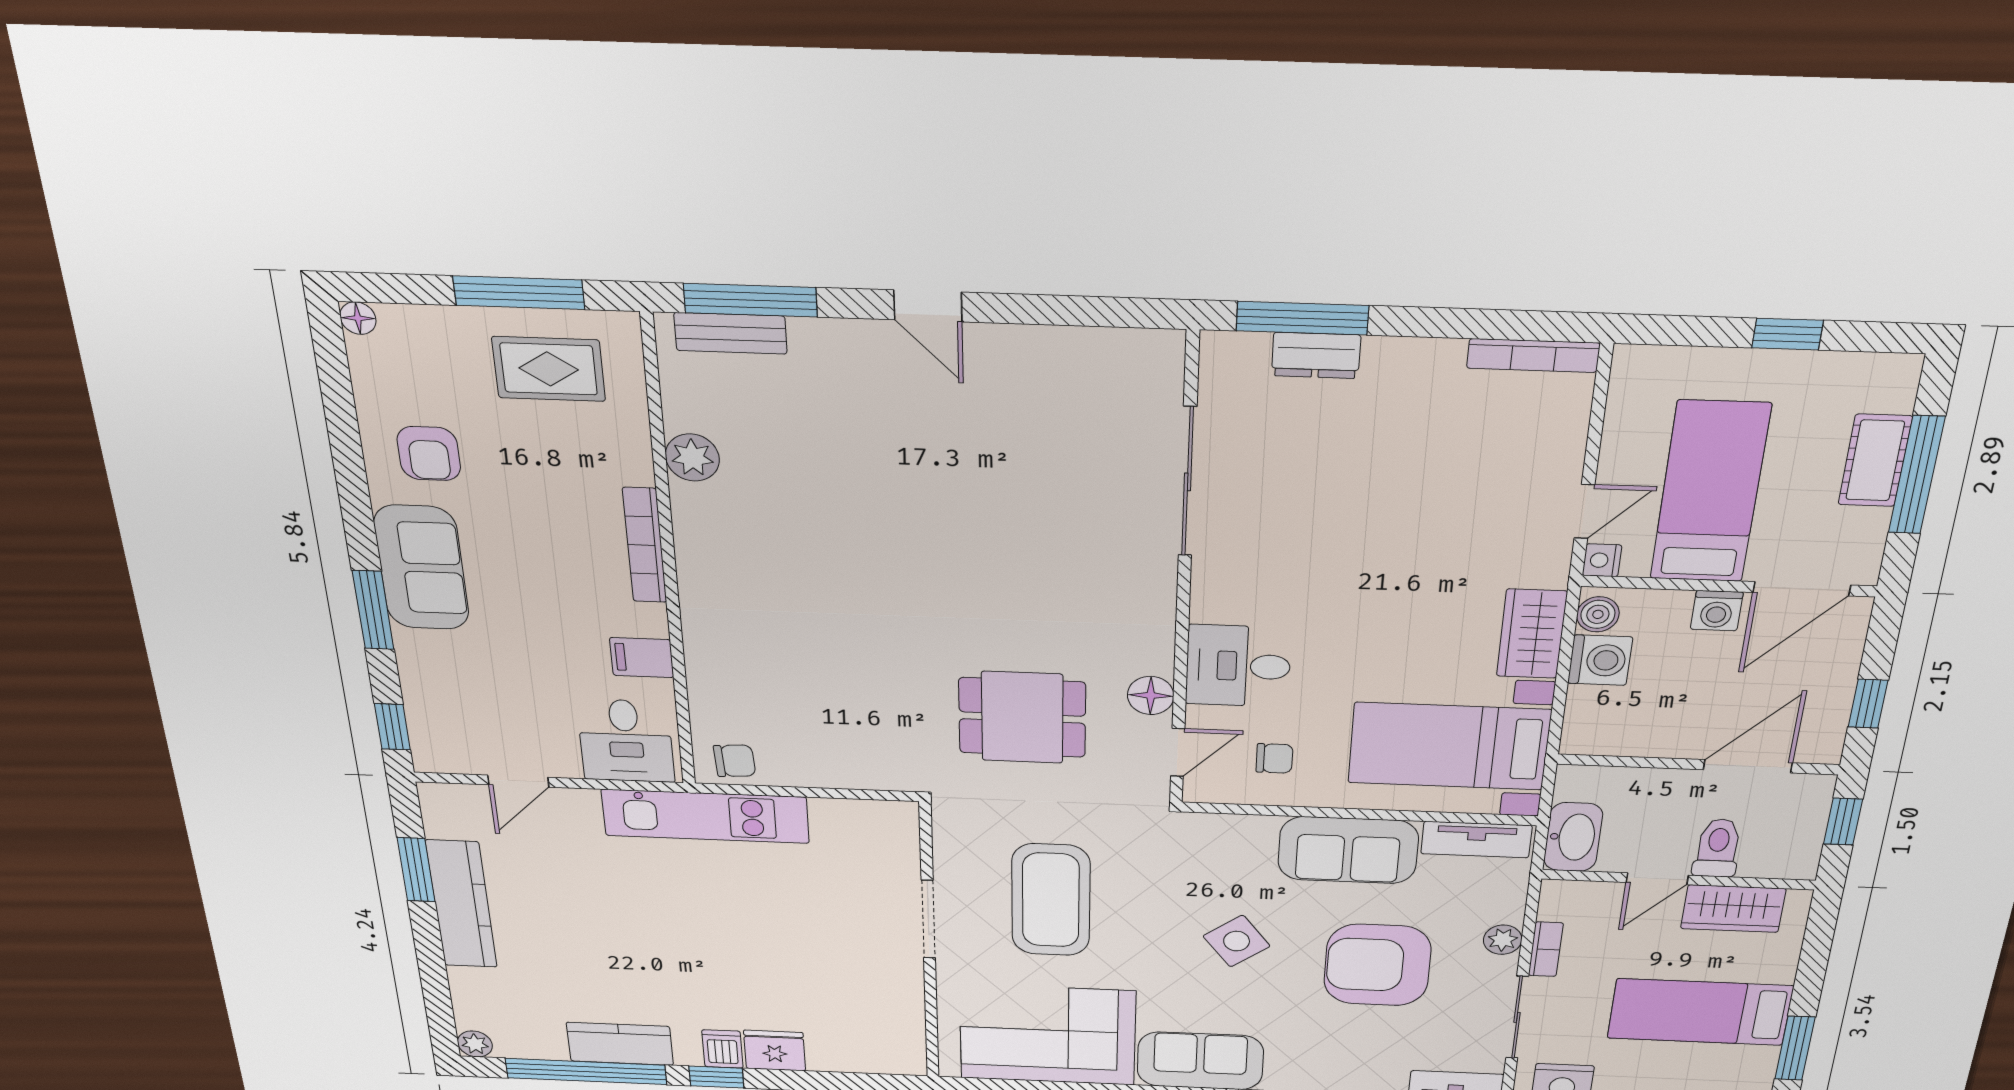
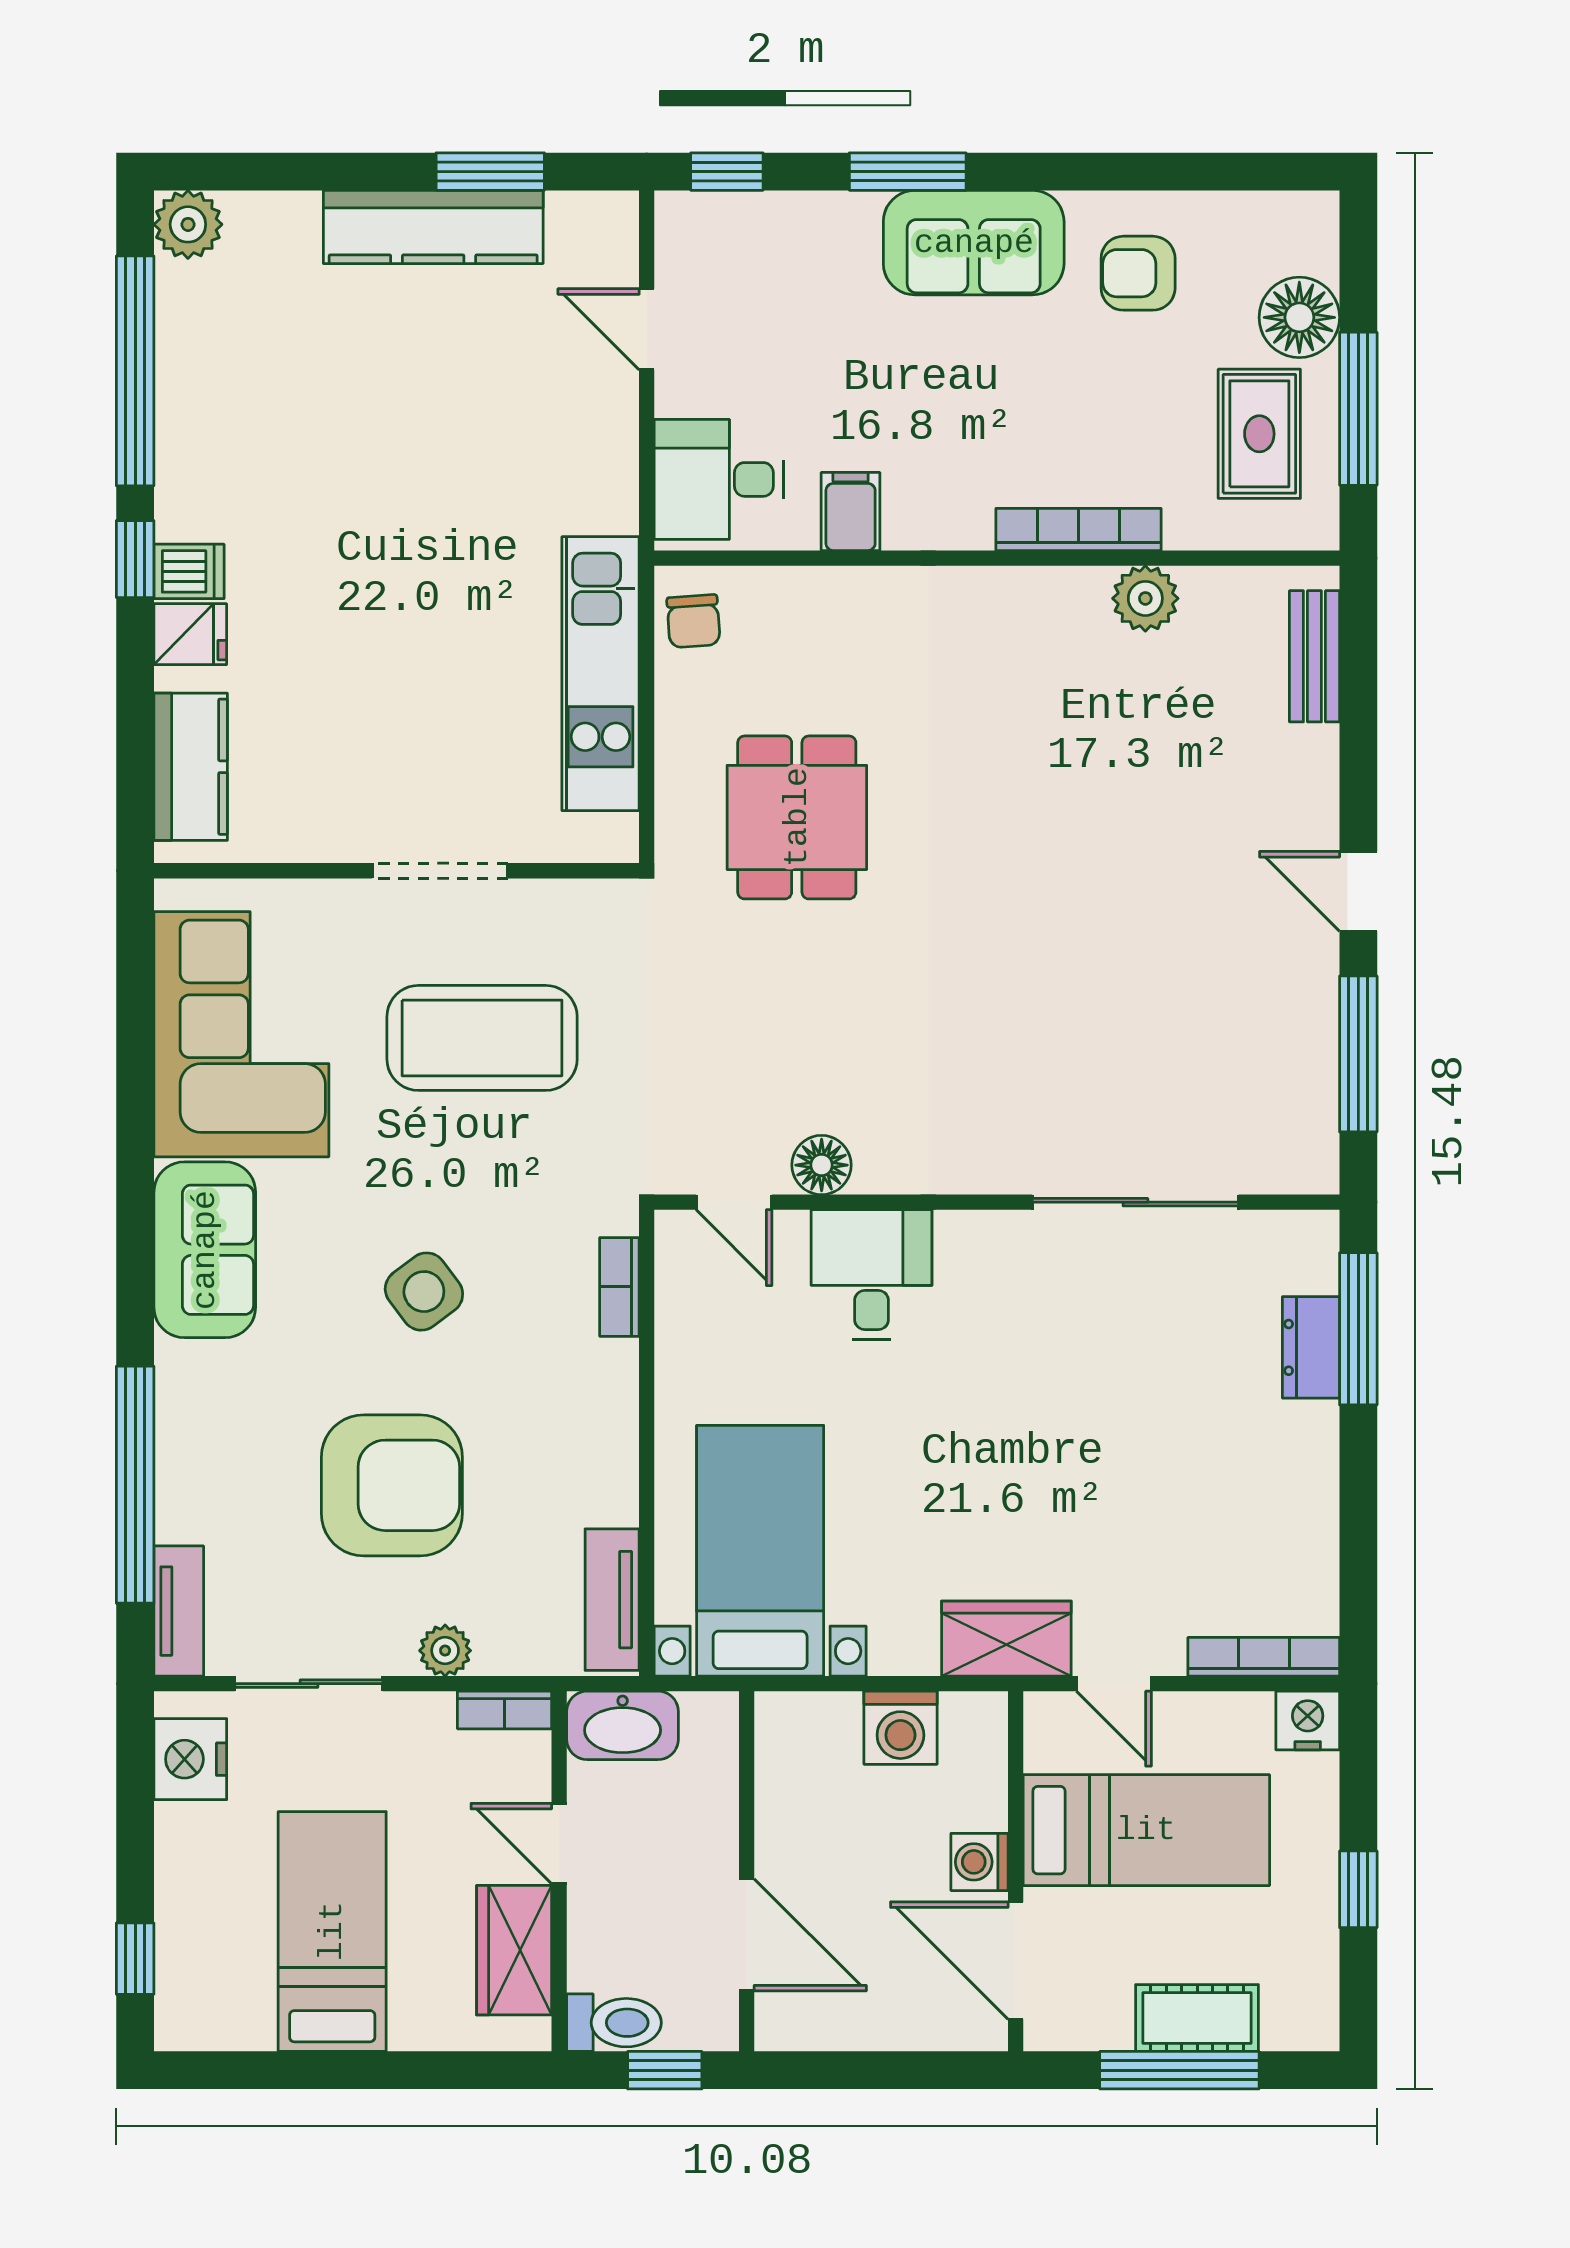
window: (750, 300) -> (1358, 1054), moved
door: (928, 306) -> (1358, 891), hinge flipped
floor lamp: (358, 318) -> (1299, 317), moved, width x1.89, depth x1.89
bookcase: (1533, 356) -> (1264, 1657), moved, turned 90
bookcase: (645, 545) -> (1079, 529), moved
nightstand: (1602, 560) -> (1308, 1720), moved, width x1.39, depth x1.35
boiler: (1598, 614) -> (968, 1717), removed
wardrobe: (1532, 634) -> (1006, 1639), moved
window: (1868, 704) -> (850, 2070), removed
dining table: (1022, 717) -> (797, 817), moved
chair: (1274, 758) -> (731, 1328), removed
kitchen unit: (705, 816) -> (601, 674), moved
bookcase: (1239, 826) -> (619, 1287), added
toilet: (1718, 848) -> (614, 2023), moved
sofa: (1348, 850) -> (586, 1433), removed
bookcase: (1546, 949) -> (505, 1710), moved
armchair: (1377, 965) -> (392, 1485), turned 90
plant: (475, 1044) -> (188, 224), width x1.38, depth x1.38
kitchen counter: (620, 1044) -> (191, 767), moved
window: (1795, 1048) -> (274, 2070), removed
fridge: (775, 1051) -> (190, 634), width x0.72

